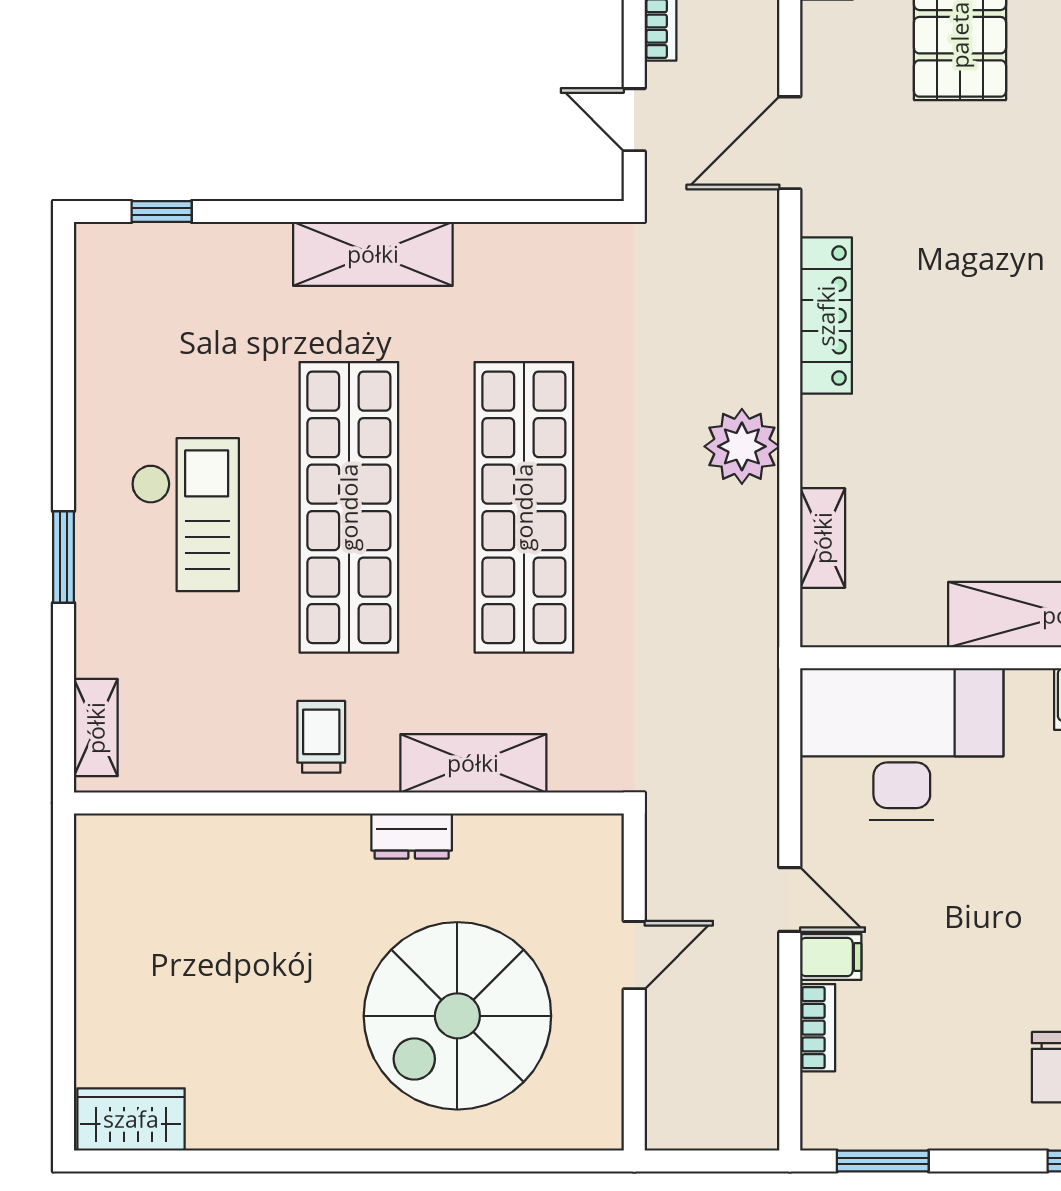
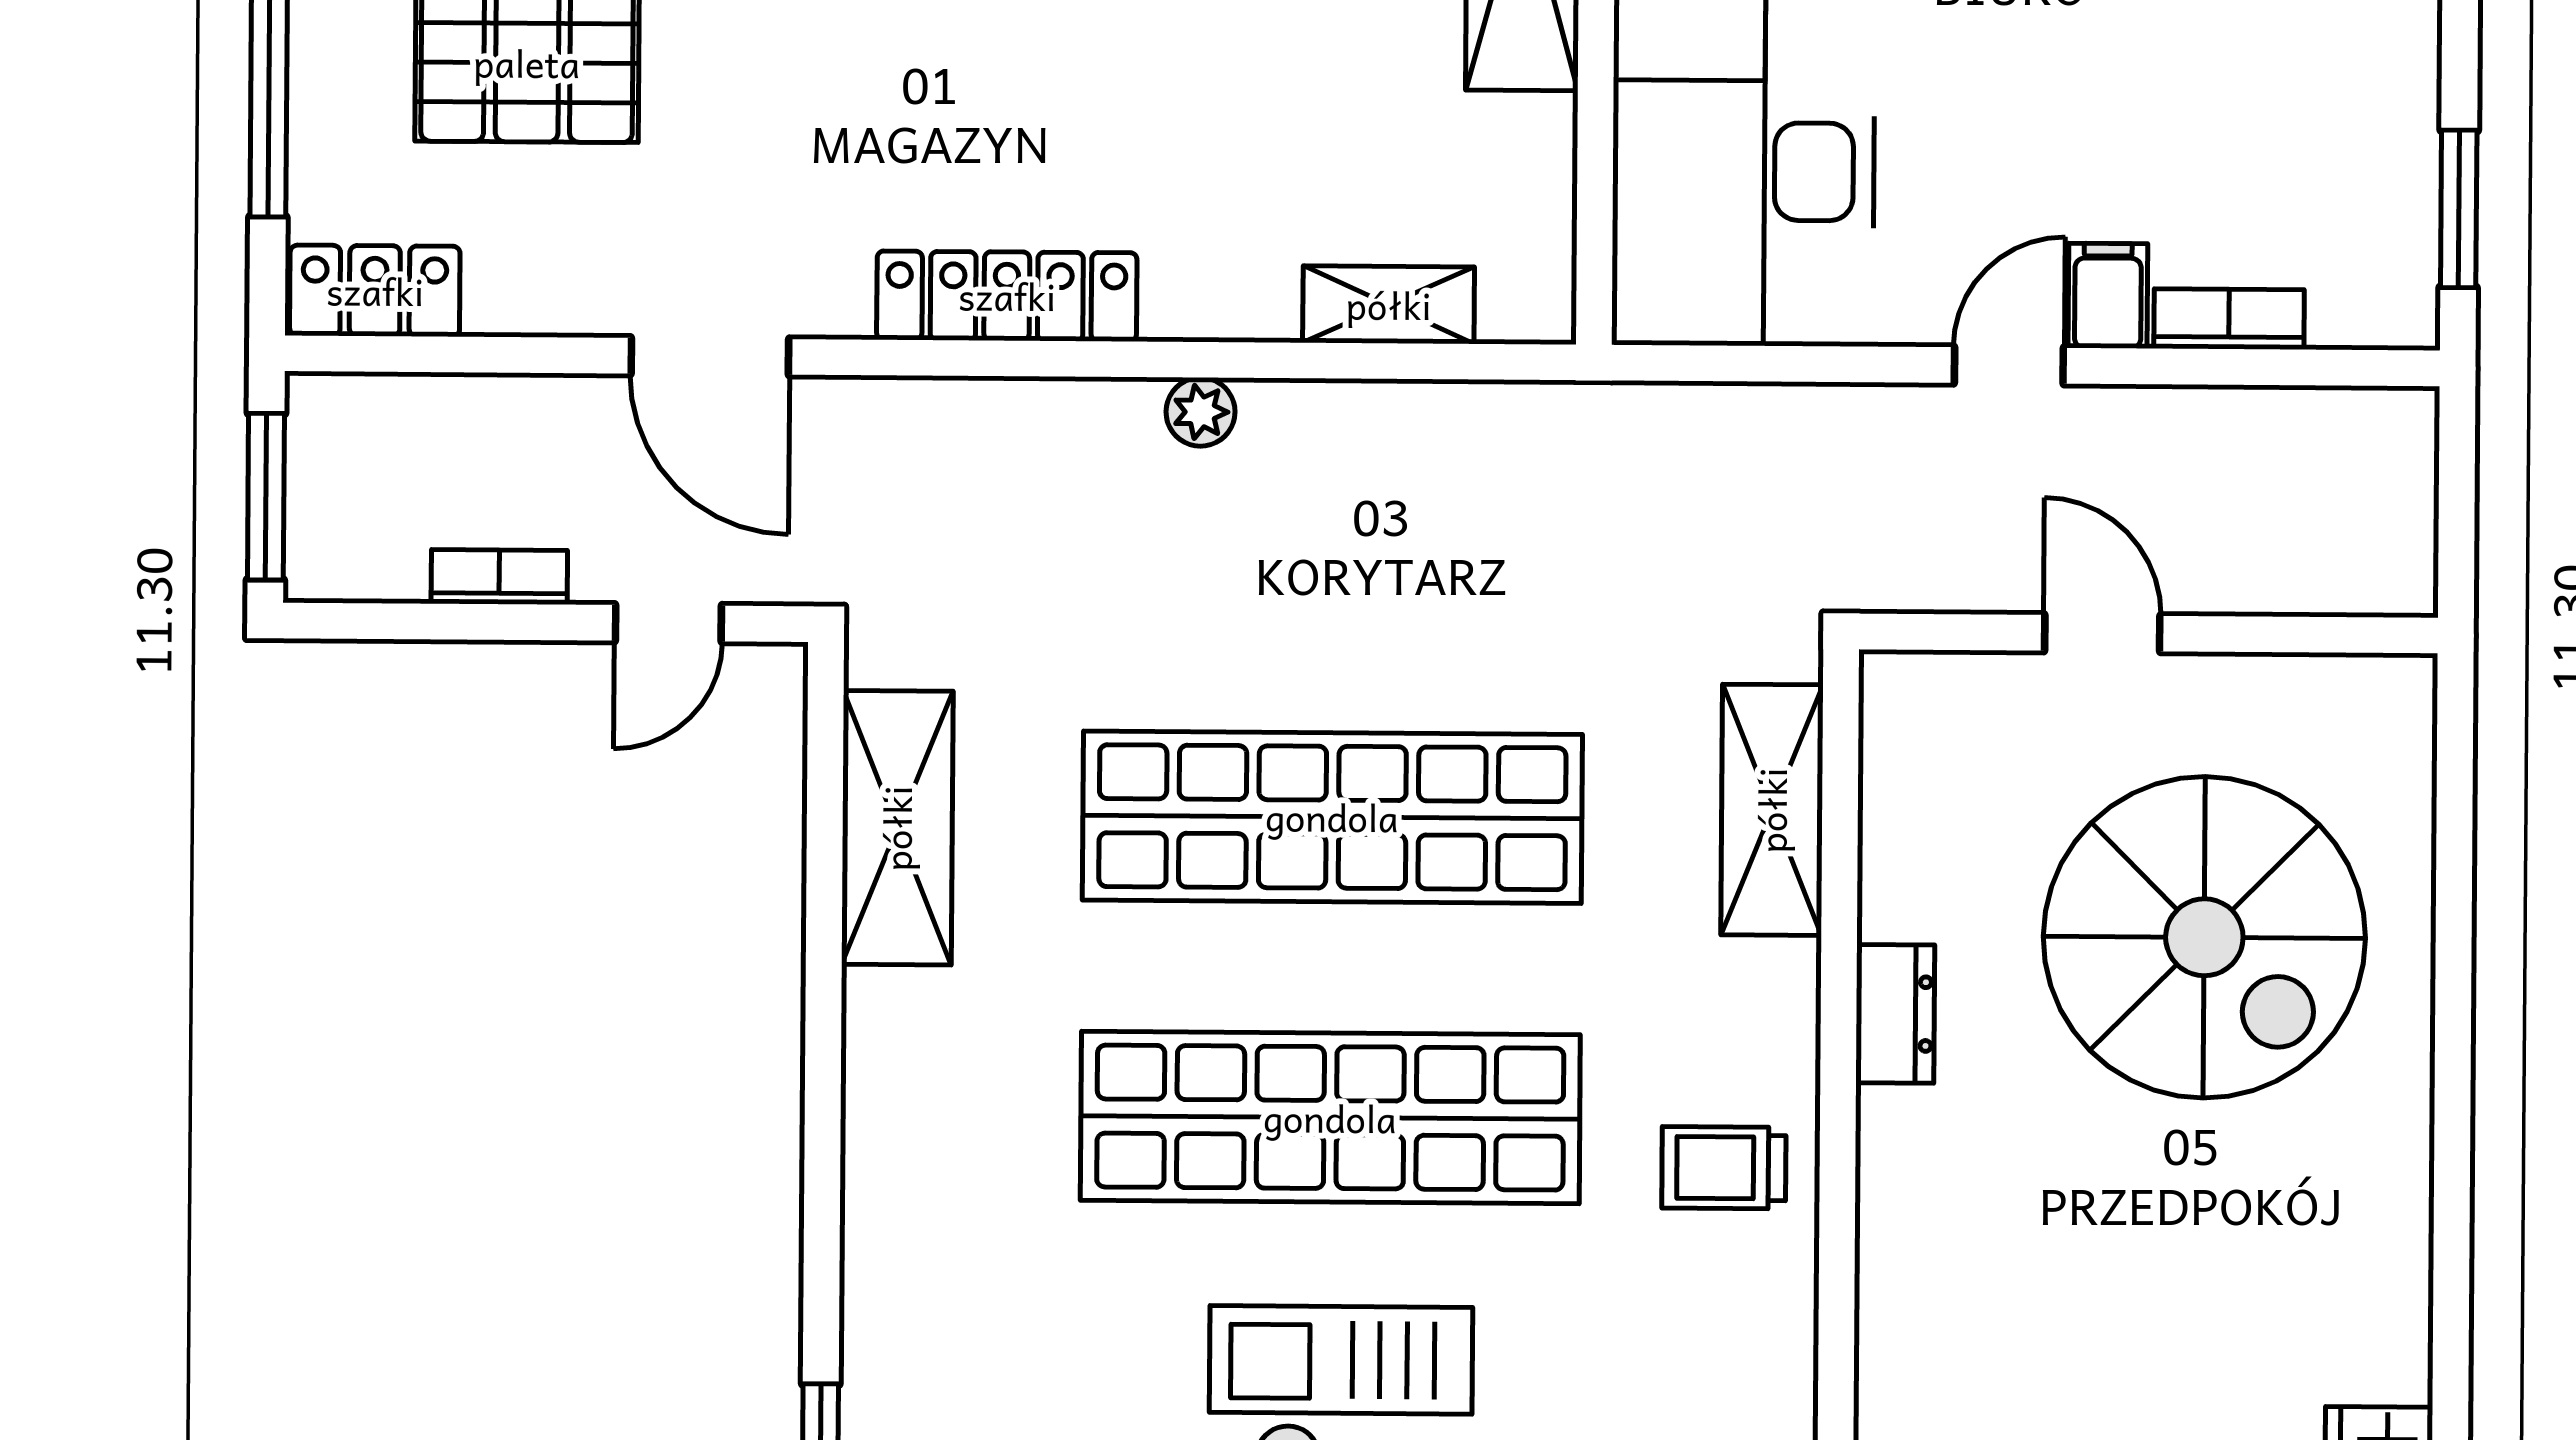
shelving: (373, 254) -> (897, 828), moved
plant: (742, 446) -> (1201, 412), width x0.53, depth x0.53
shelving: (473, 763) -> (1772, 810), moved

